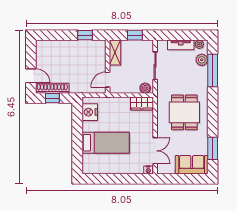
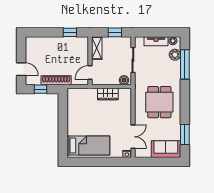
shoe rack: (52, 88) -> (56, 80), moved
wardrobe: (142, 103) -> (108, 94), moved
nightstand: (90, 112) -> (74, 102), removed
bed: (106, 143) -> (88, 146), moved

